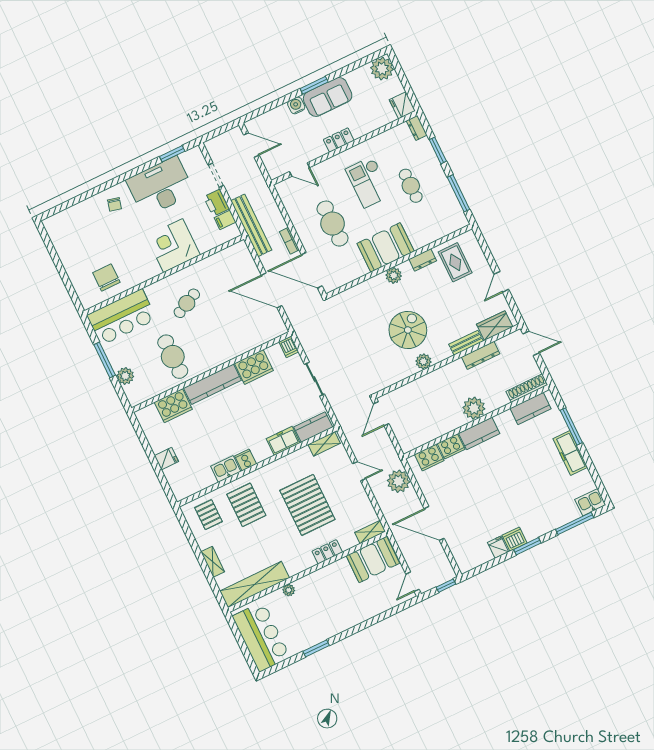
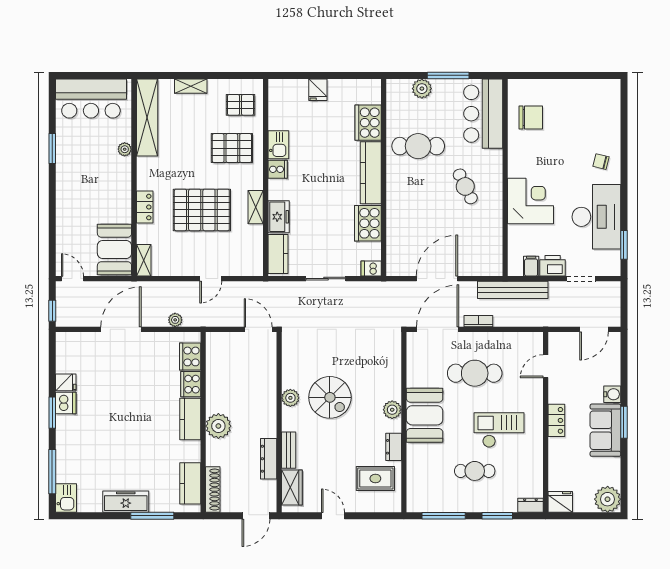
shelving: (324, 444) -> (256, 207), moved
plant: (399, 481) -> (175, 320), width x0.53, depth x0.53

